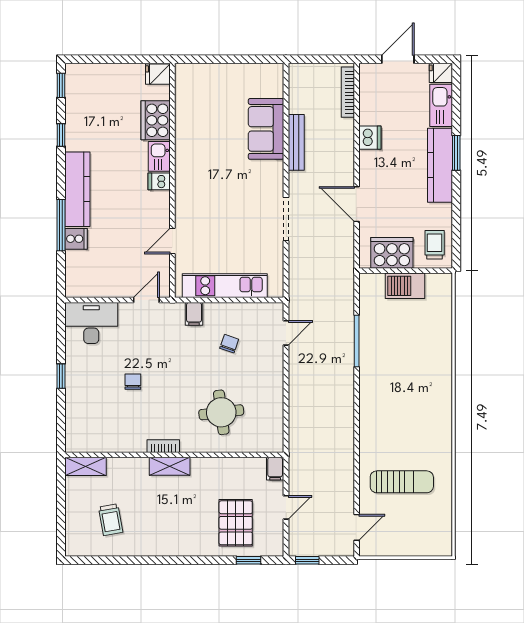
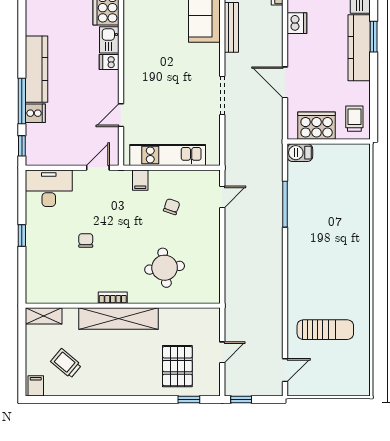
window: (61, 135) -> (22, 146), moved
barbecue: (405, 286) -> (300, 153), moved, width x0.73, depth x0.79
shelving: (170, 466) -> (118, 318), width x2.20, depth x1.33
filing cabinet: (275, 469) -> (36, 386), moved, turned 180
trolley: (111, 520) -> (66, 363), turned 140

